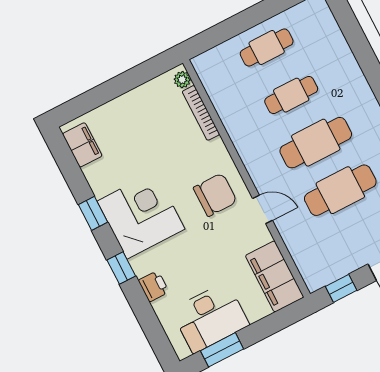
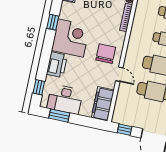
chair: (215, 195) -> (106, 54), turned -90
window: (121, 268) -> (39, 87), moved
printer: (154, 286) -> (57, 65), width x1.87, depth x1.48

